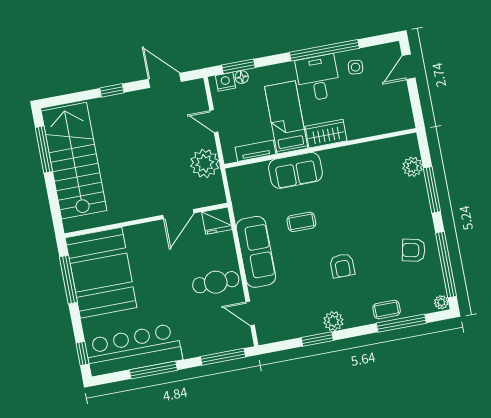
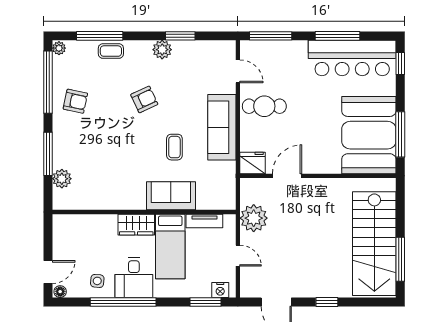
floor lamp: (242, 77) -> (60, 292), moved
coffee table: (301, 222) -> (174, 147), turned 90
armchair: (342, 266) -> (144, 99), turned 65

